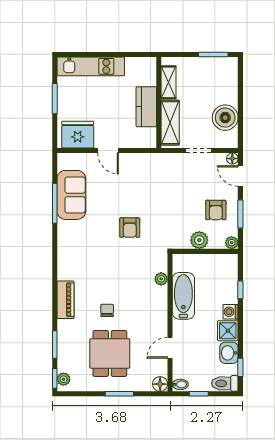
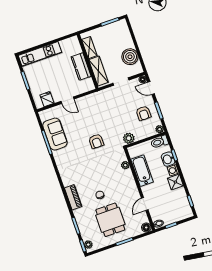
fridge: (78, 135) -> (47, 99), width x0.53, depth x0.75
plant: (199, 240) -> (129, 138), moved
washbasin: (229, 353) -> (168, 159), moved
toilet: (225, 383) -> (159, 142), moved

